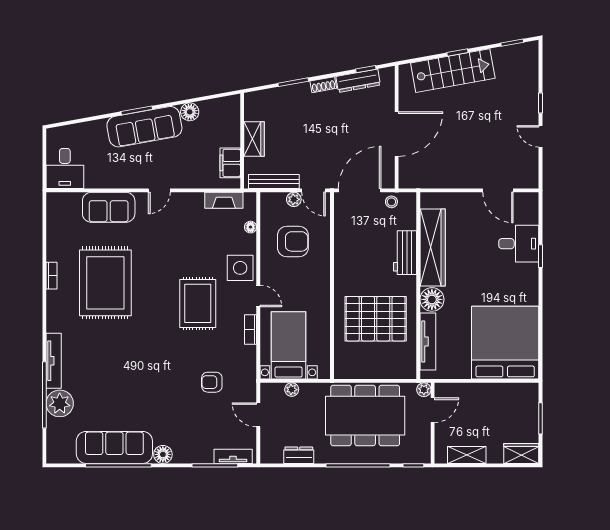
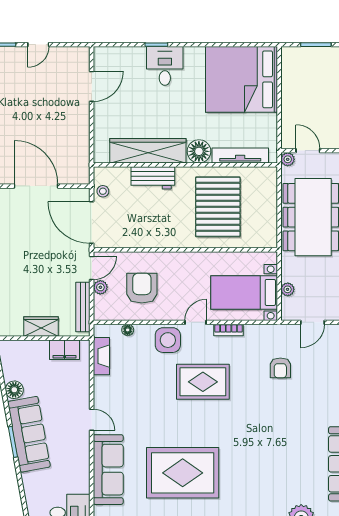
sofa: (109, 207) -> (108, 470), width x1.36
desk: (519, 244) -> (165, 66), moved

